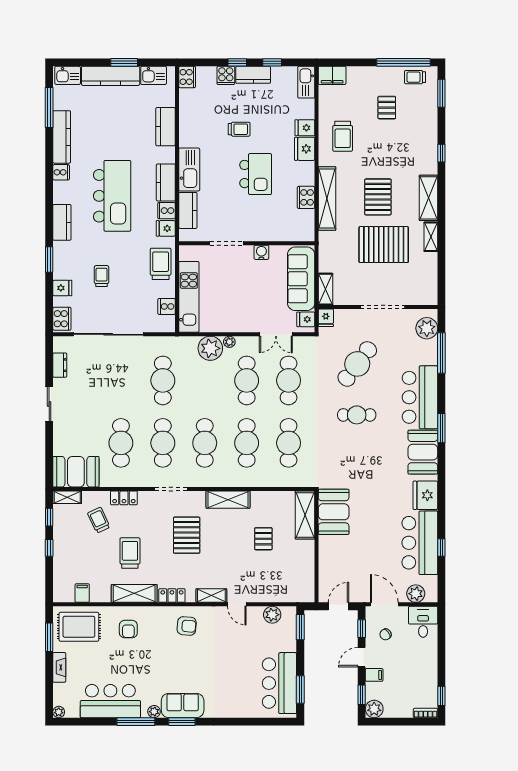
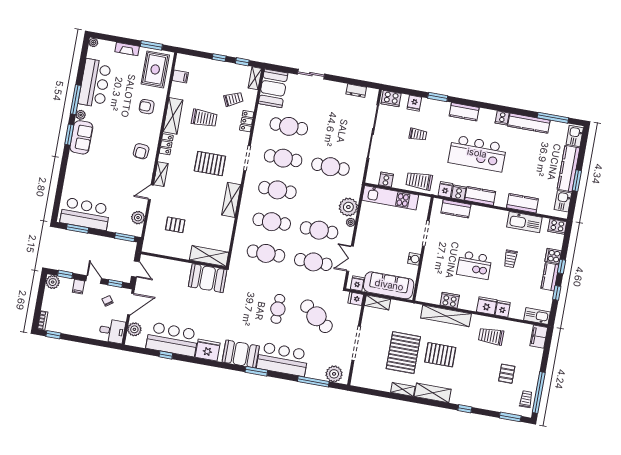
pallet: (387, 108) -> (507, 374), turned 90
kitchen sink: (189, 169) -> (524, 222), moved
trolley: (161, 264) -> (419, 181), turned 180
sliding door: (49, 404) -> (311, 74), moved
pallet: (263, 539) -> (175, 225), moved

